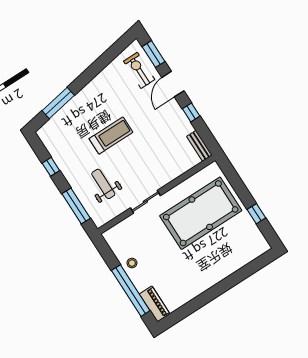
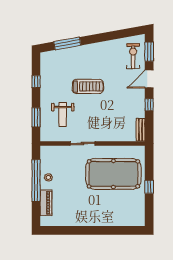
weight bench: (103, 184) -> (63, 114), turned 180
window: (76, 206) -> (36, 117), width x0.69
window: (256, 214) -> (149, 187), moved
window: (131, 291) -> (36, 181), moved
piano: (155, 304) -> (46, 203), moved

